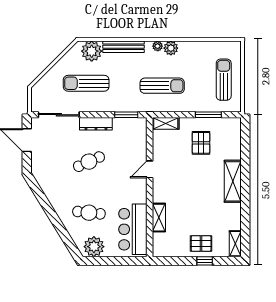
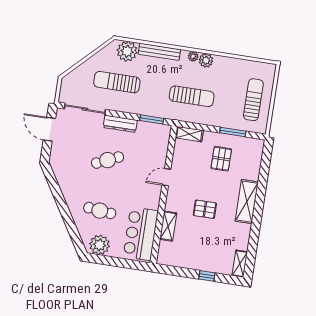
pallet: (201, 243) -> (205, 209), moved

